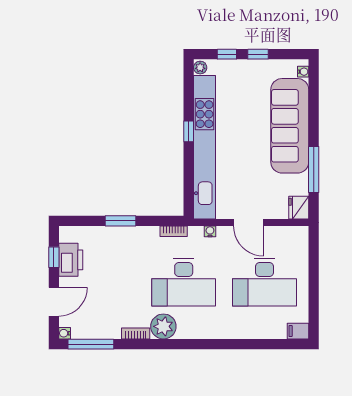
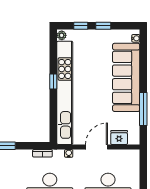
fridge: (299, 208) -> (119, 138), moved, turned 90
door: (249, 222) -> (96, 147), swing flipped

